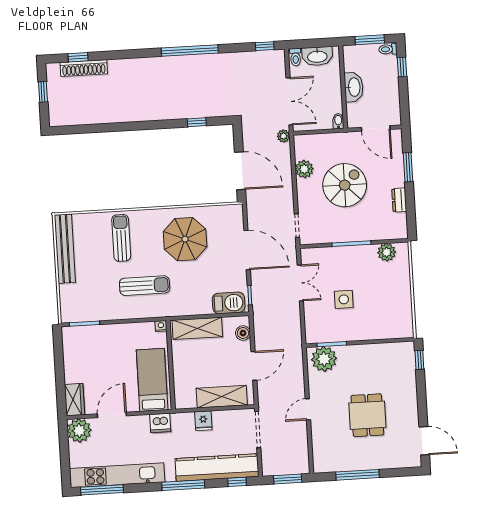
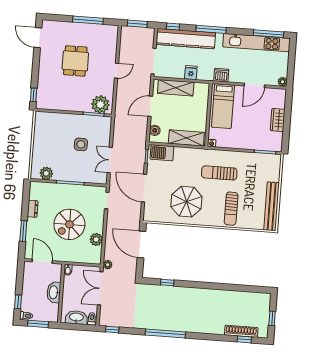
wardrobe: (74, 400) -> (278, 120), moved
plant: (79, 431) -> (282, 82), width x0.53, depth x0.53

